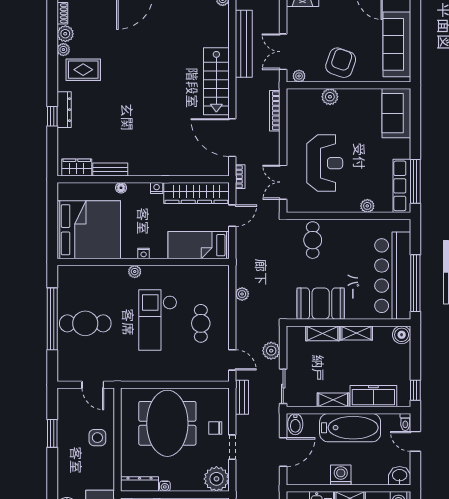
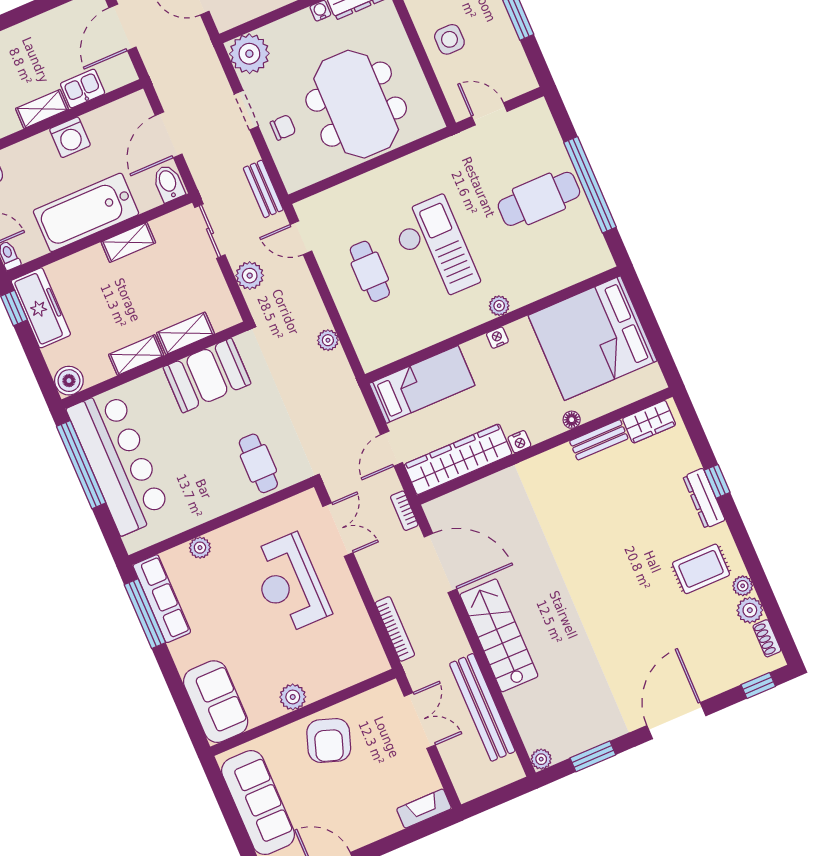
plant: (299, 76) -> (381, 695), removed
plant: (330, 97) -> (293, 697), moved
freezer: (373, 396) -> (41, 308), moved, turned -90

